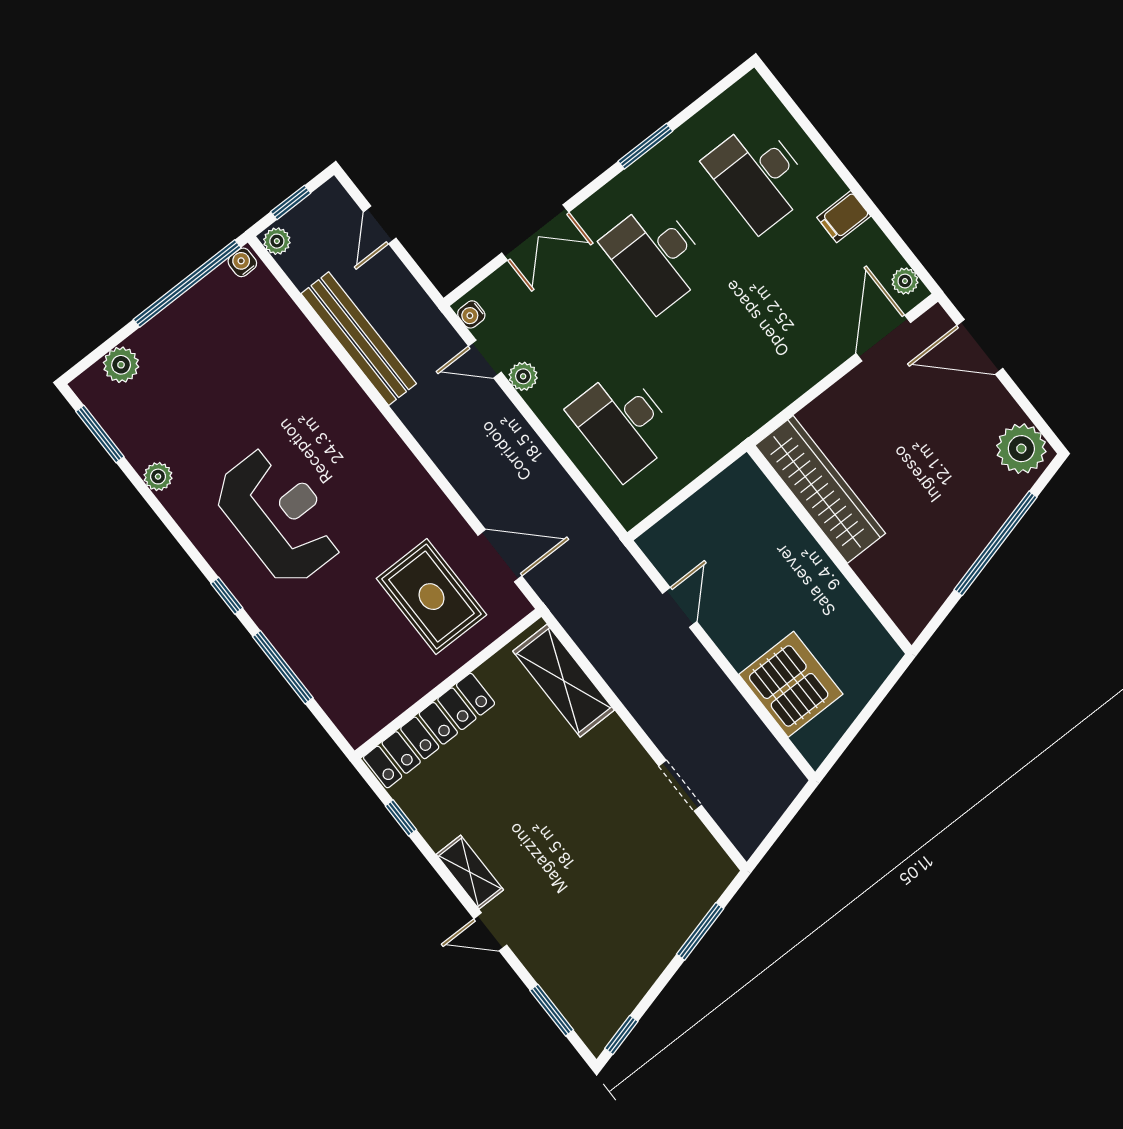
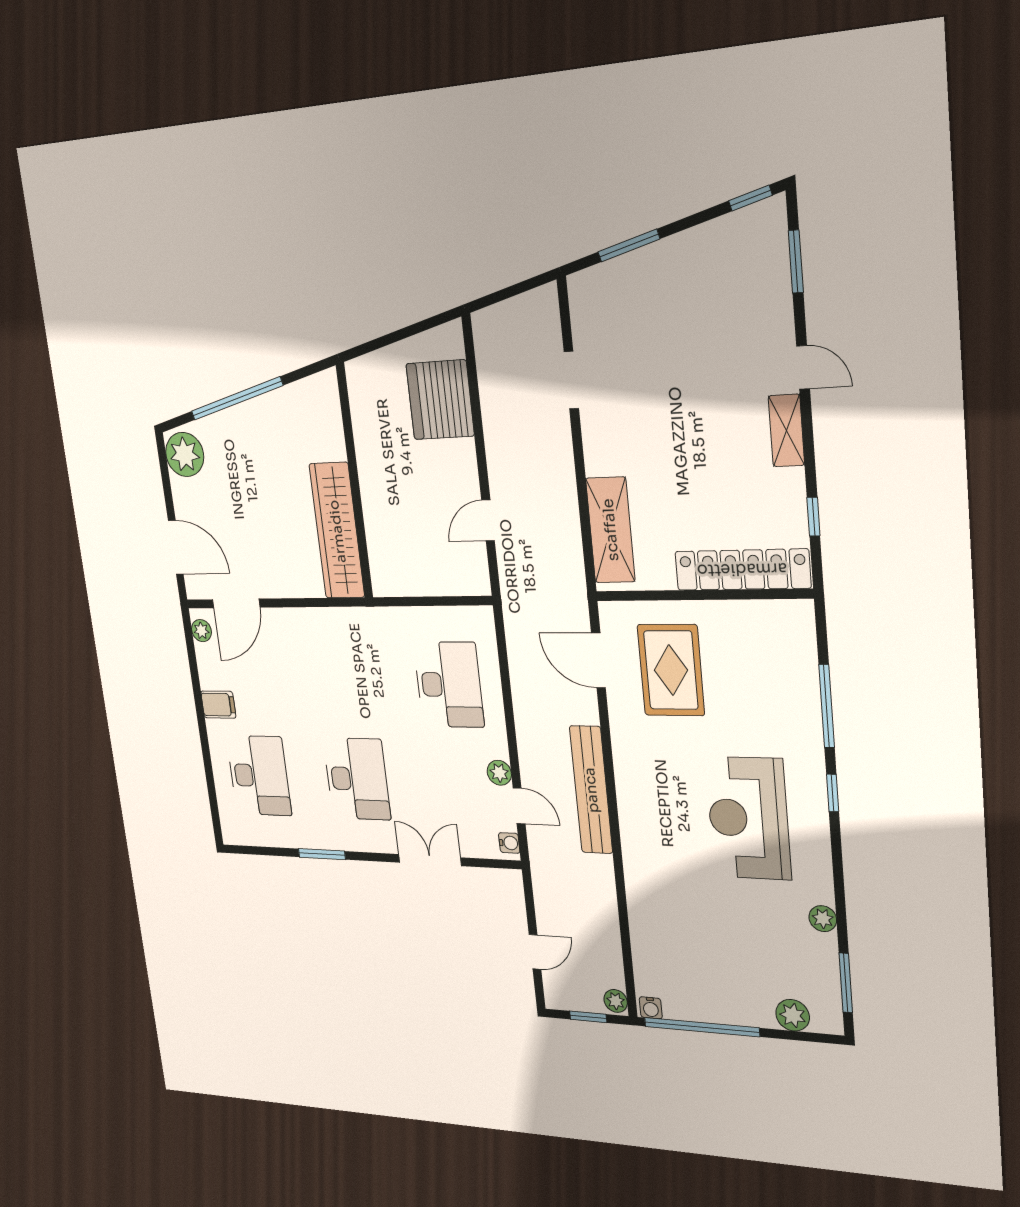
bench: (359, 339) -> (591, 790), moved

